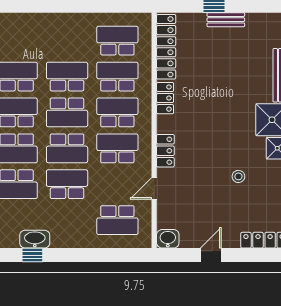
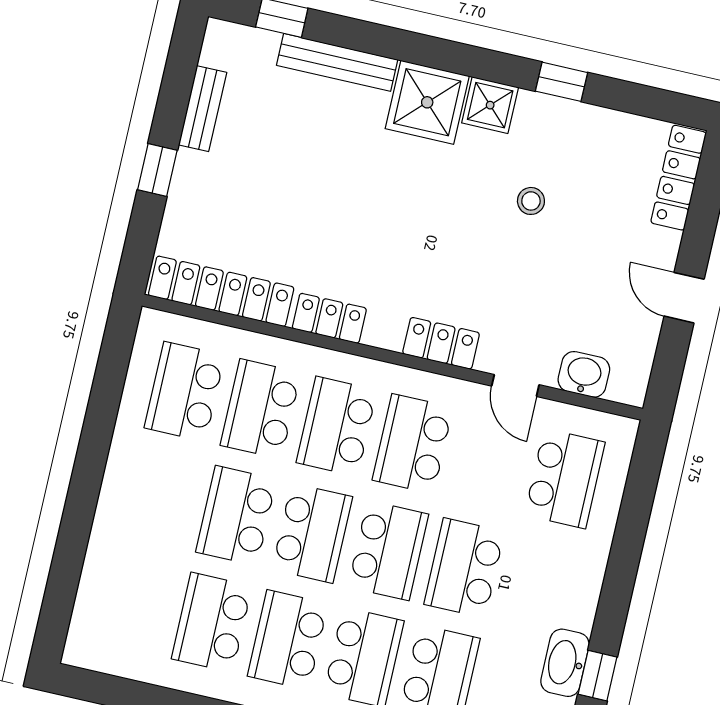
bench: (226, 20) -> (203, 109), moved
washbasin: (168, 239) -> (584, 374), moved, turned 90

